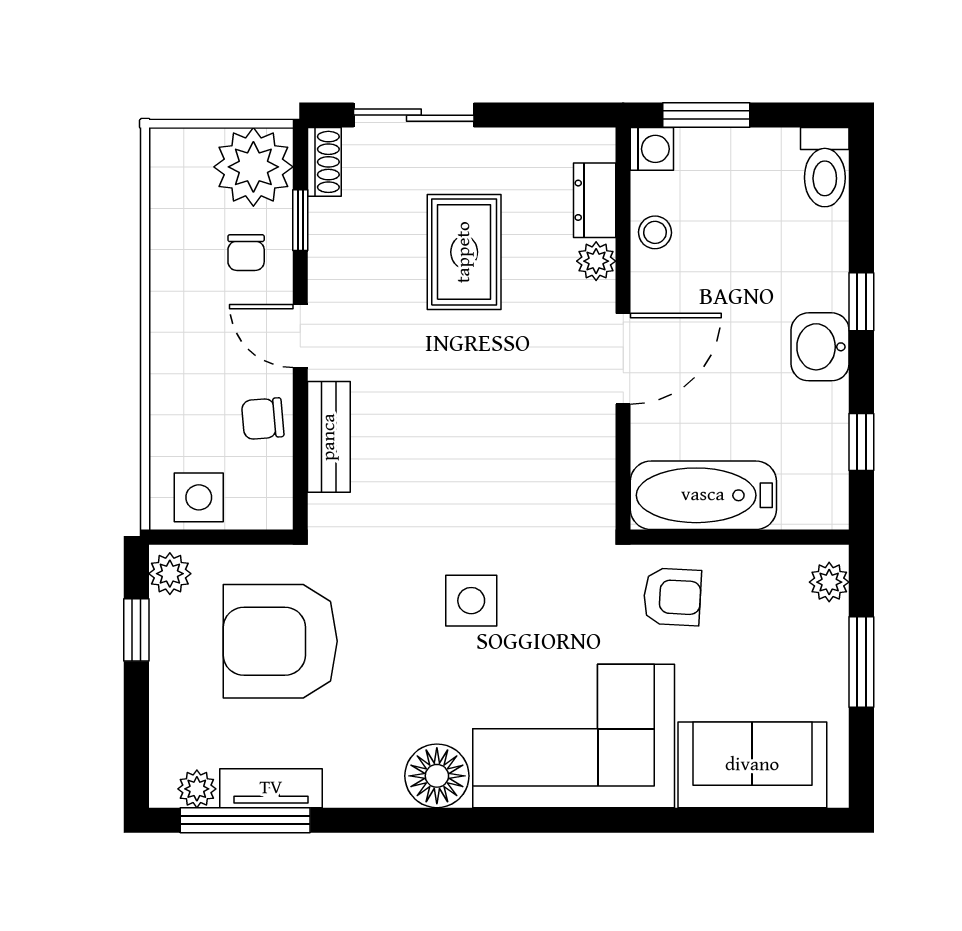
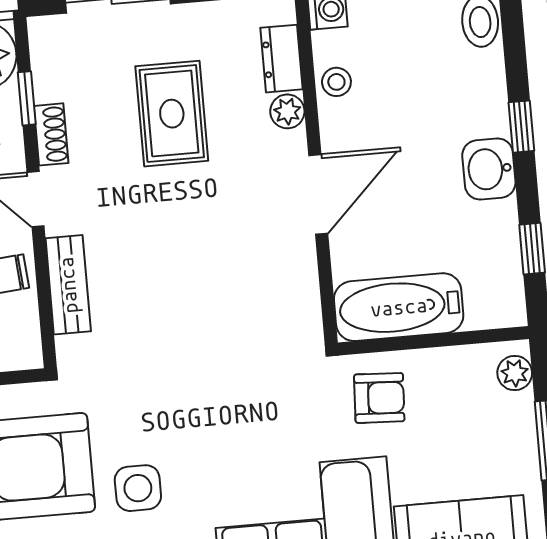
shoe rack: (324, 162) -> (51, 134), moved
side table: (471, 601) -> (138, 488), moved

